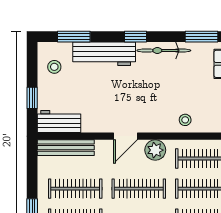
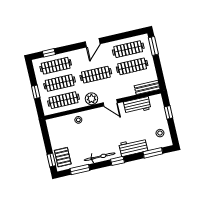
workbench: (104, 54) -> (133, 147), width x0.73
workbench: (59, 121) -> (137, 105), moved
door: (126, 136) -> (110, 103), swing flipped
bench: (66, 148) -> (147, 87), width x0.73

